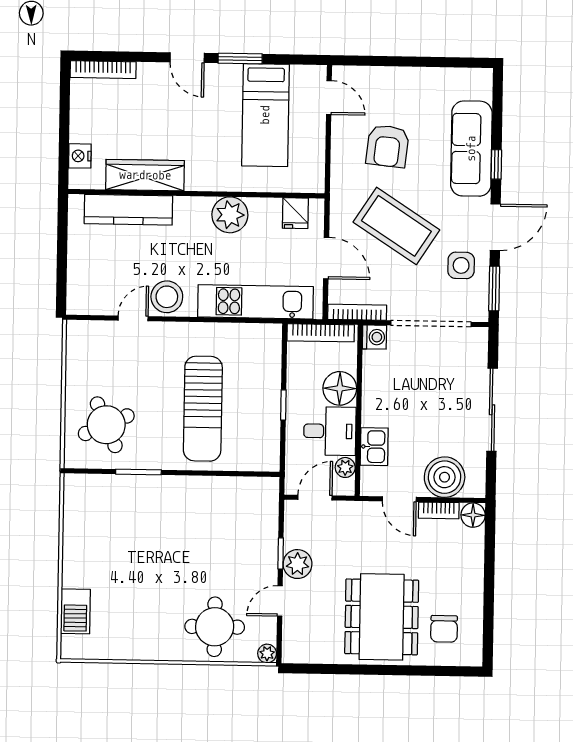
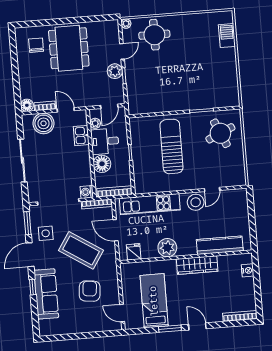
wardrobe: (145, 175) -> (197, 265), moved

